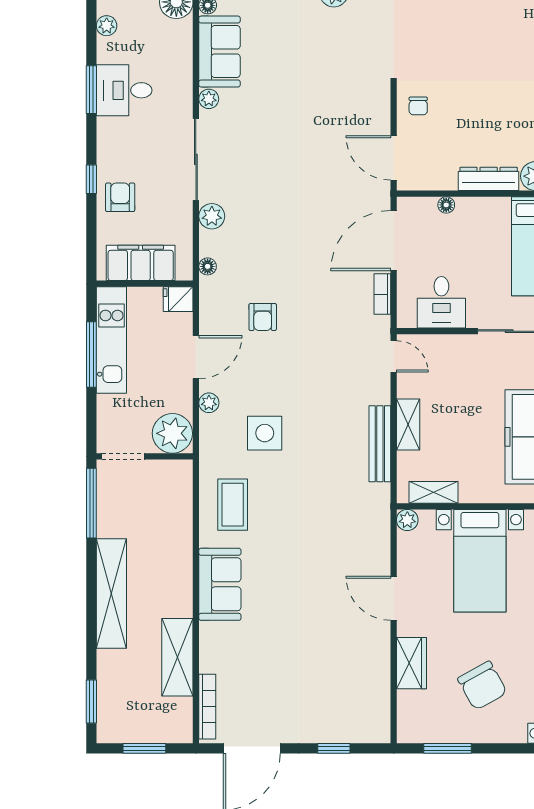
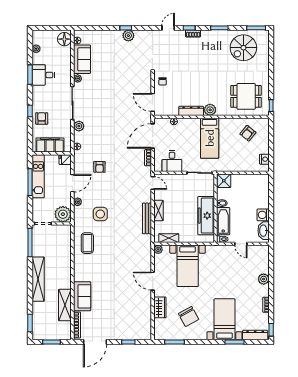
sofa: (220, 584) -> (82, 296), moved

